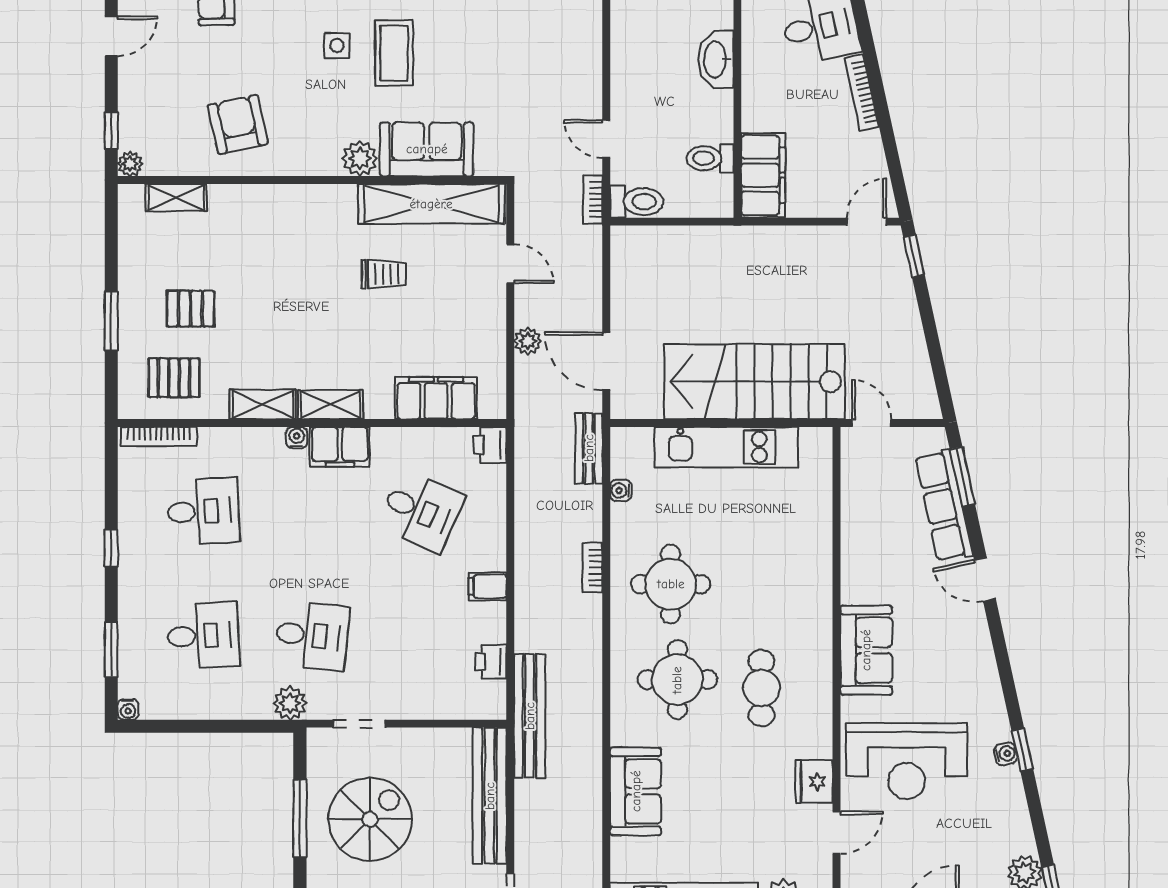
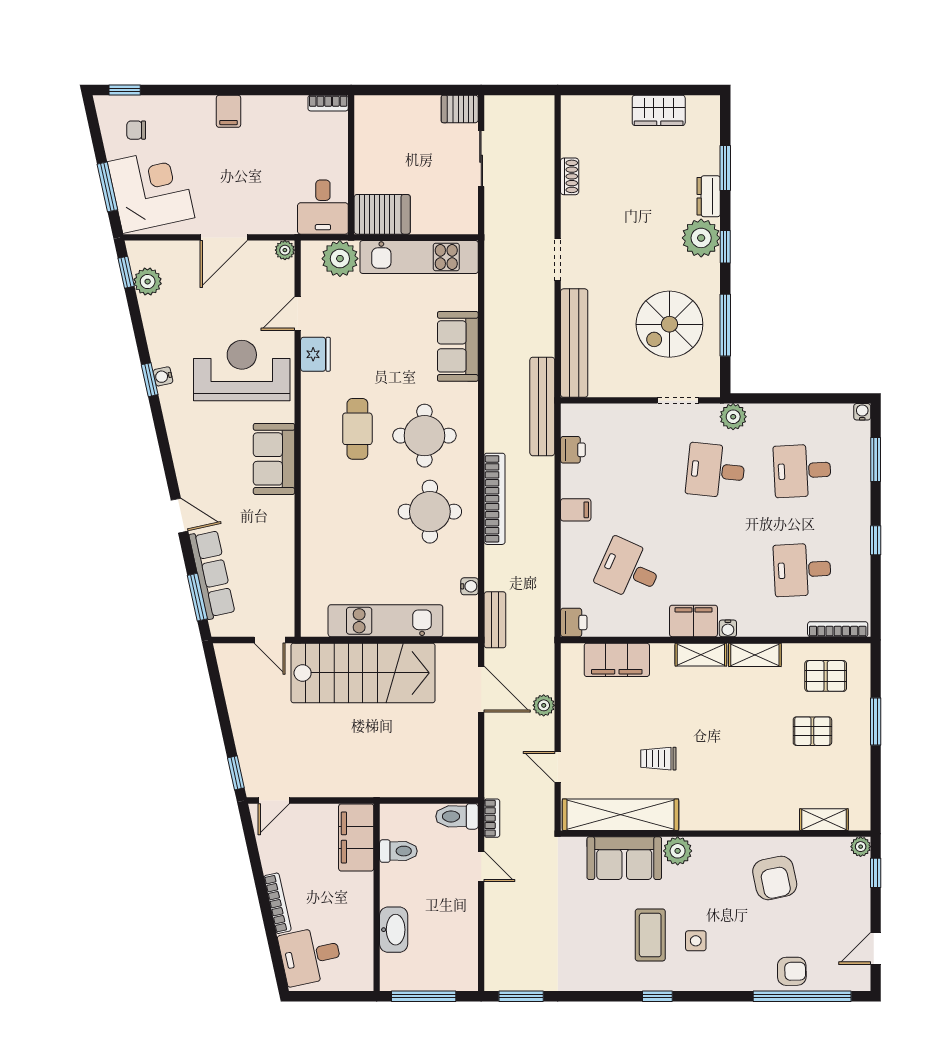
bookcase: (592, 568) -> (495, 499), width x2.31, depth x1.31

